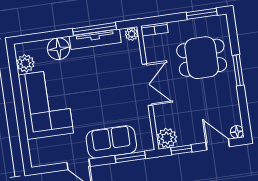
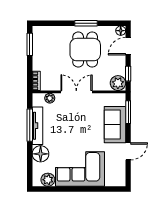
plant: (132, 34) -> (50, 98), moved
dining table: (202, 58) -> (85, 50), moved
window: (238, 70) -> (86, 23), moved

